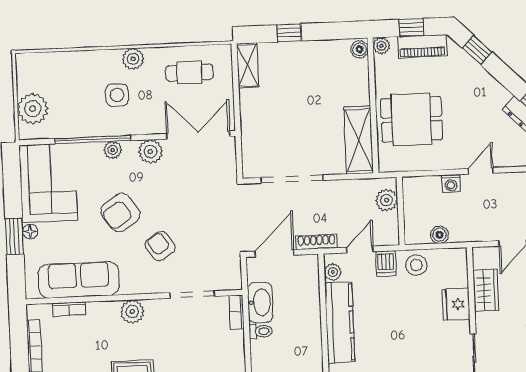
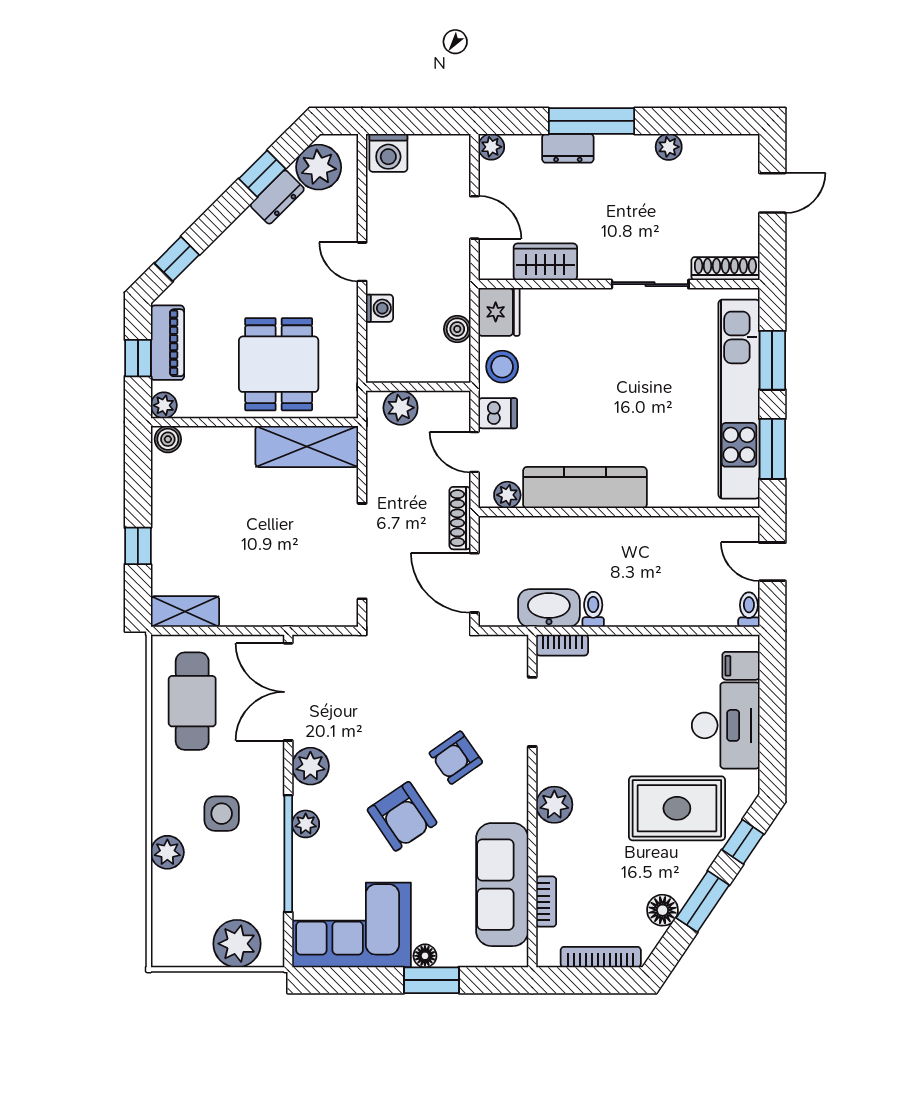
plant: (133, 59) -> (167, 852), moved
cafe table: (189, 73) -> (192, 701), width x1.37, depth x1.35
fridge: (456, 304) -> (499, 312), moved, turned -90

